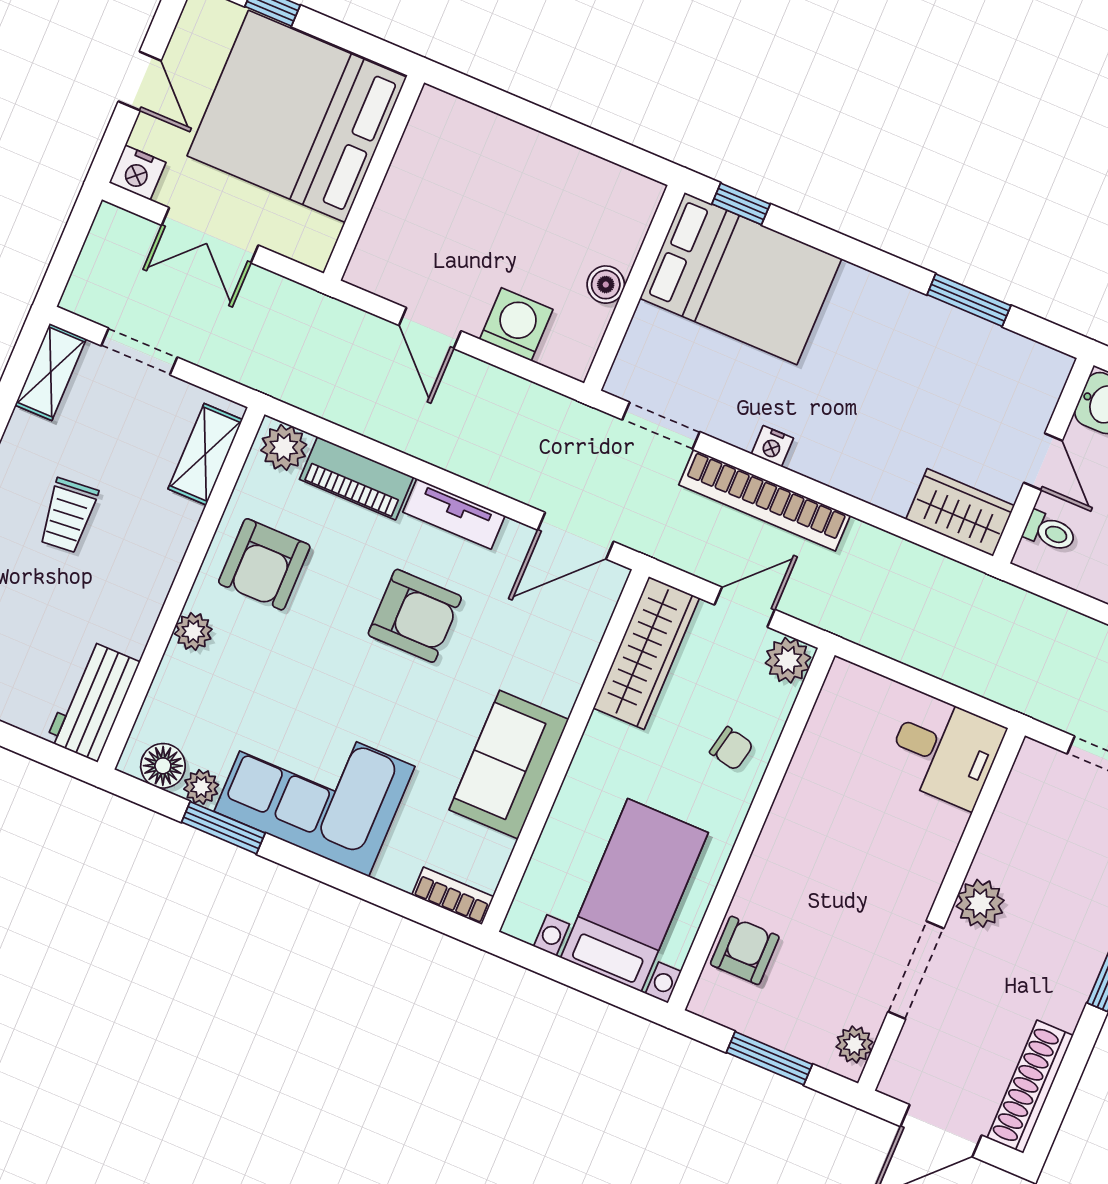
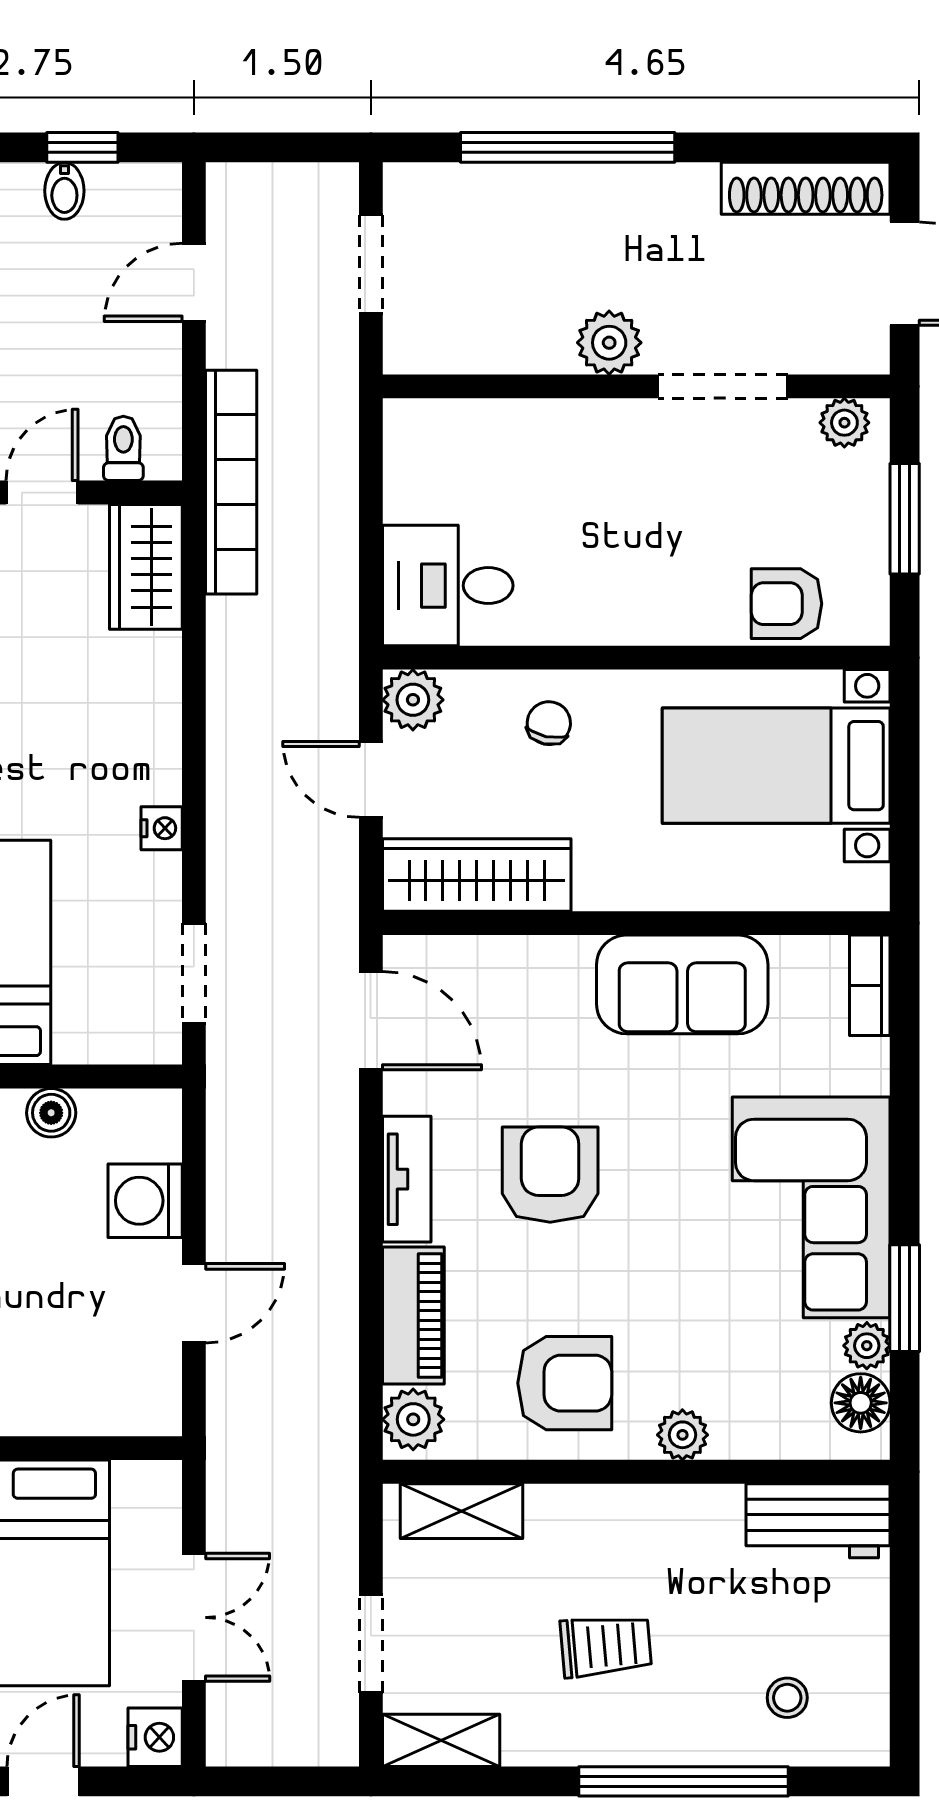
bookcase: (765, 500) -> (231, 482), moved
desk: (945, 751) -> (448, 586), moved, turned -90

